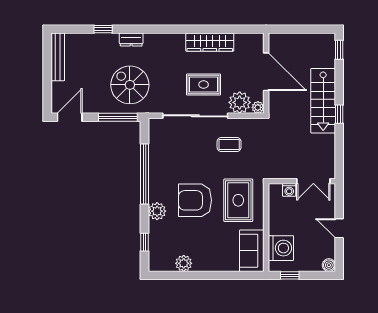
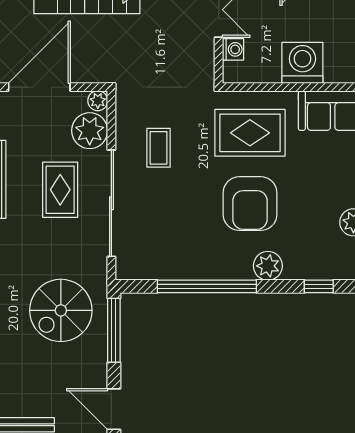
washing machine: (281, 248) -> (302, 63), moved

